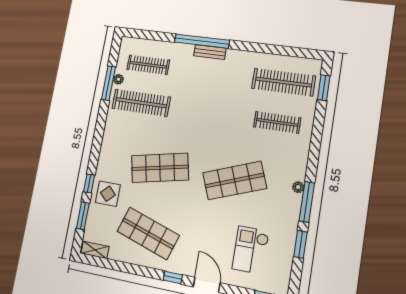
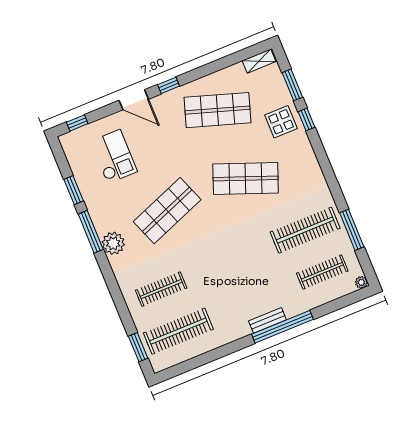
plant: (118, 79) -> (361, 282), moved
shop shelf: (160, 168) -> (246, 178), turned 33
plant: (298, 187) -> (113, 243), width x1.87, depth x1.87

